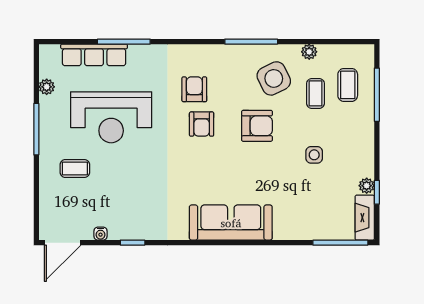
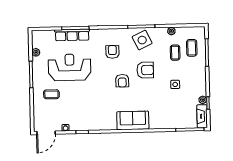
row of seats: (94, 55) -> (72, 35), moved
side table: (274, 78) -> (142, 40), moved
reception desk: (111, 117) -> (70, 67), turned 180
armchair: (202, 124) -> (122, 81), moved
sofa: (231, 223) -> (133, 120), width x0.73

